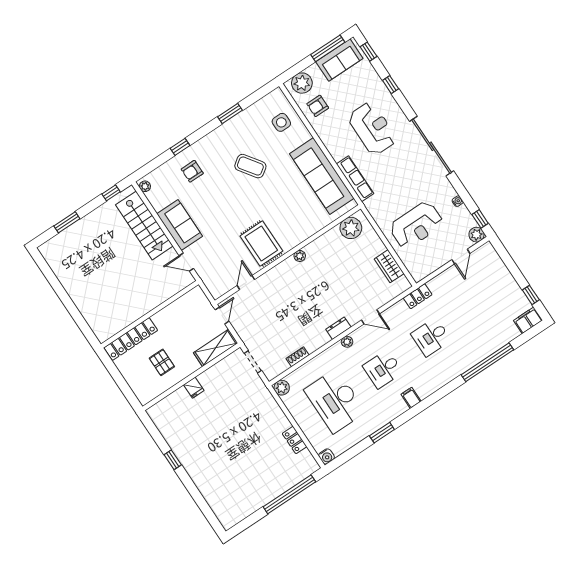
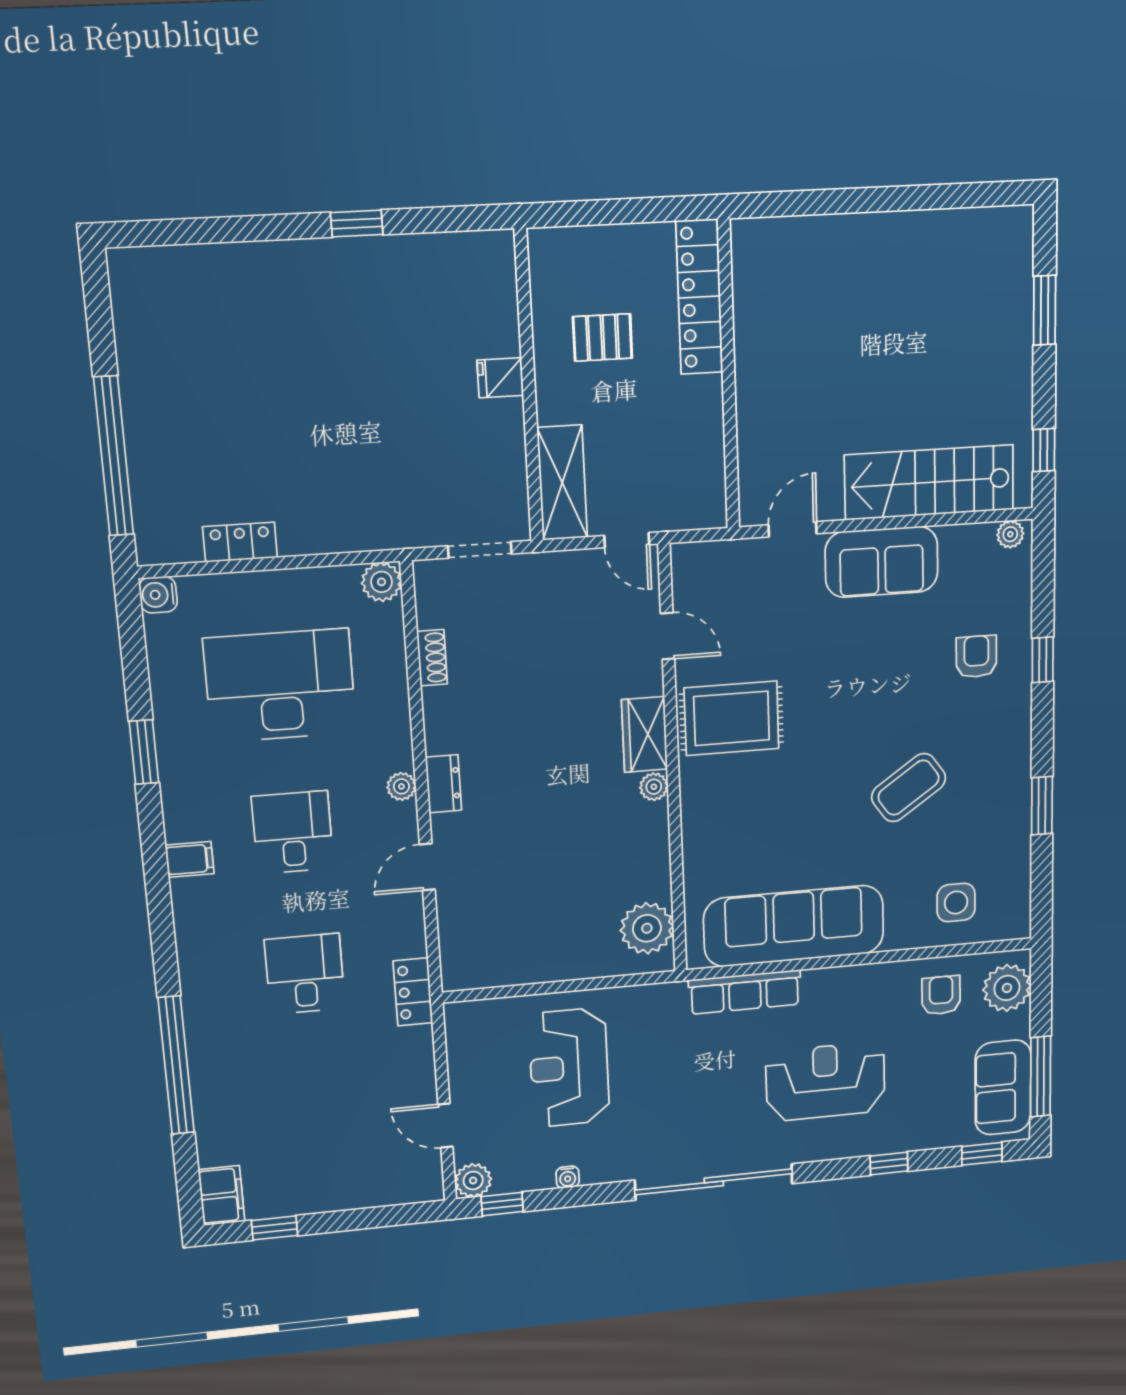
reception desk: (372, 128) -> (825, 1081), turned 180
wardrobe: (389, 266) -> (644, 734), moved, turned -90

